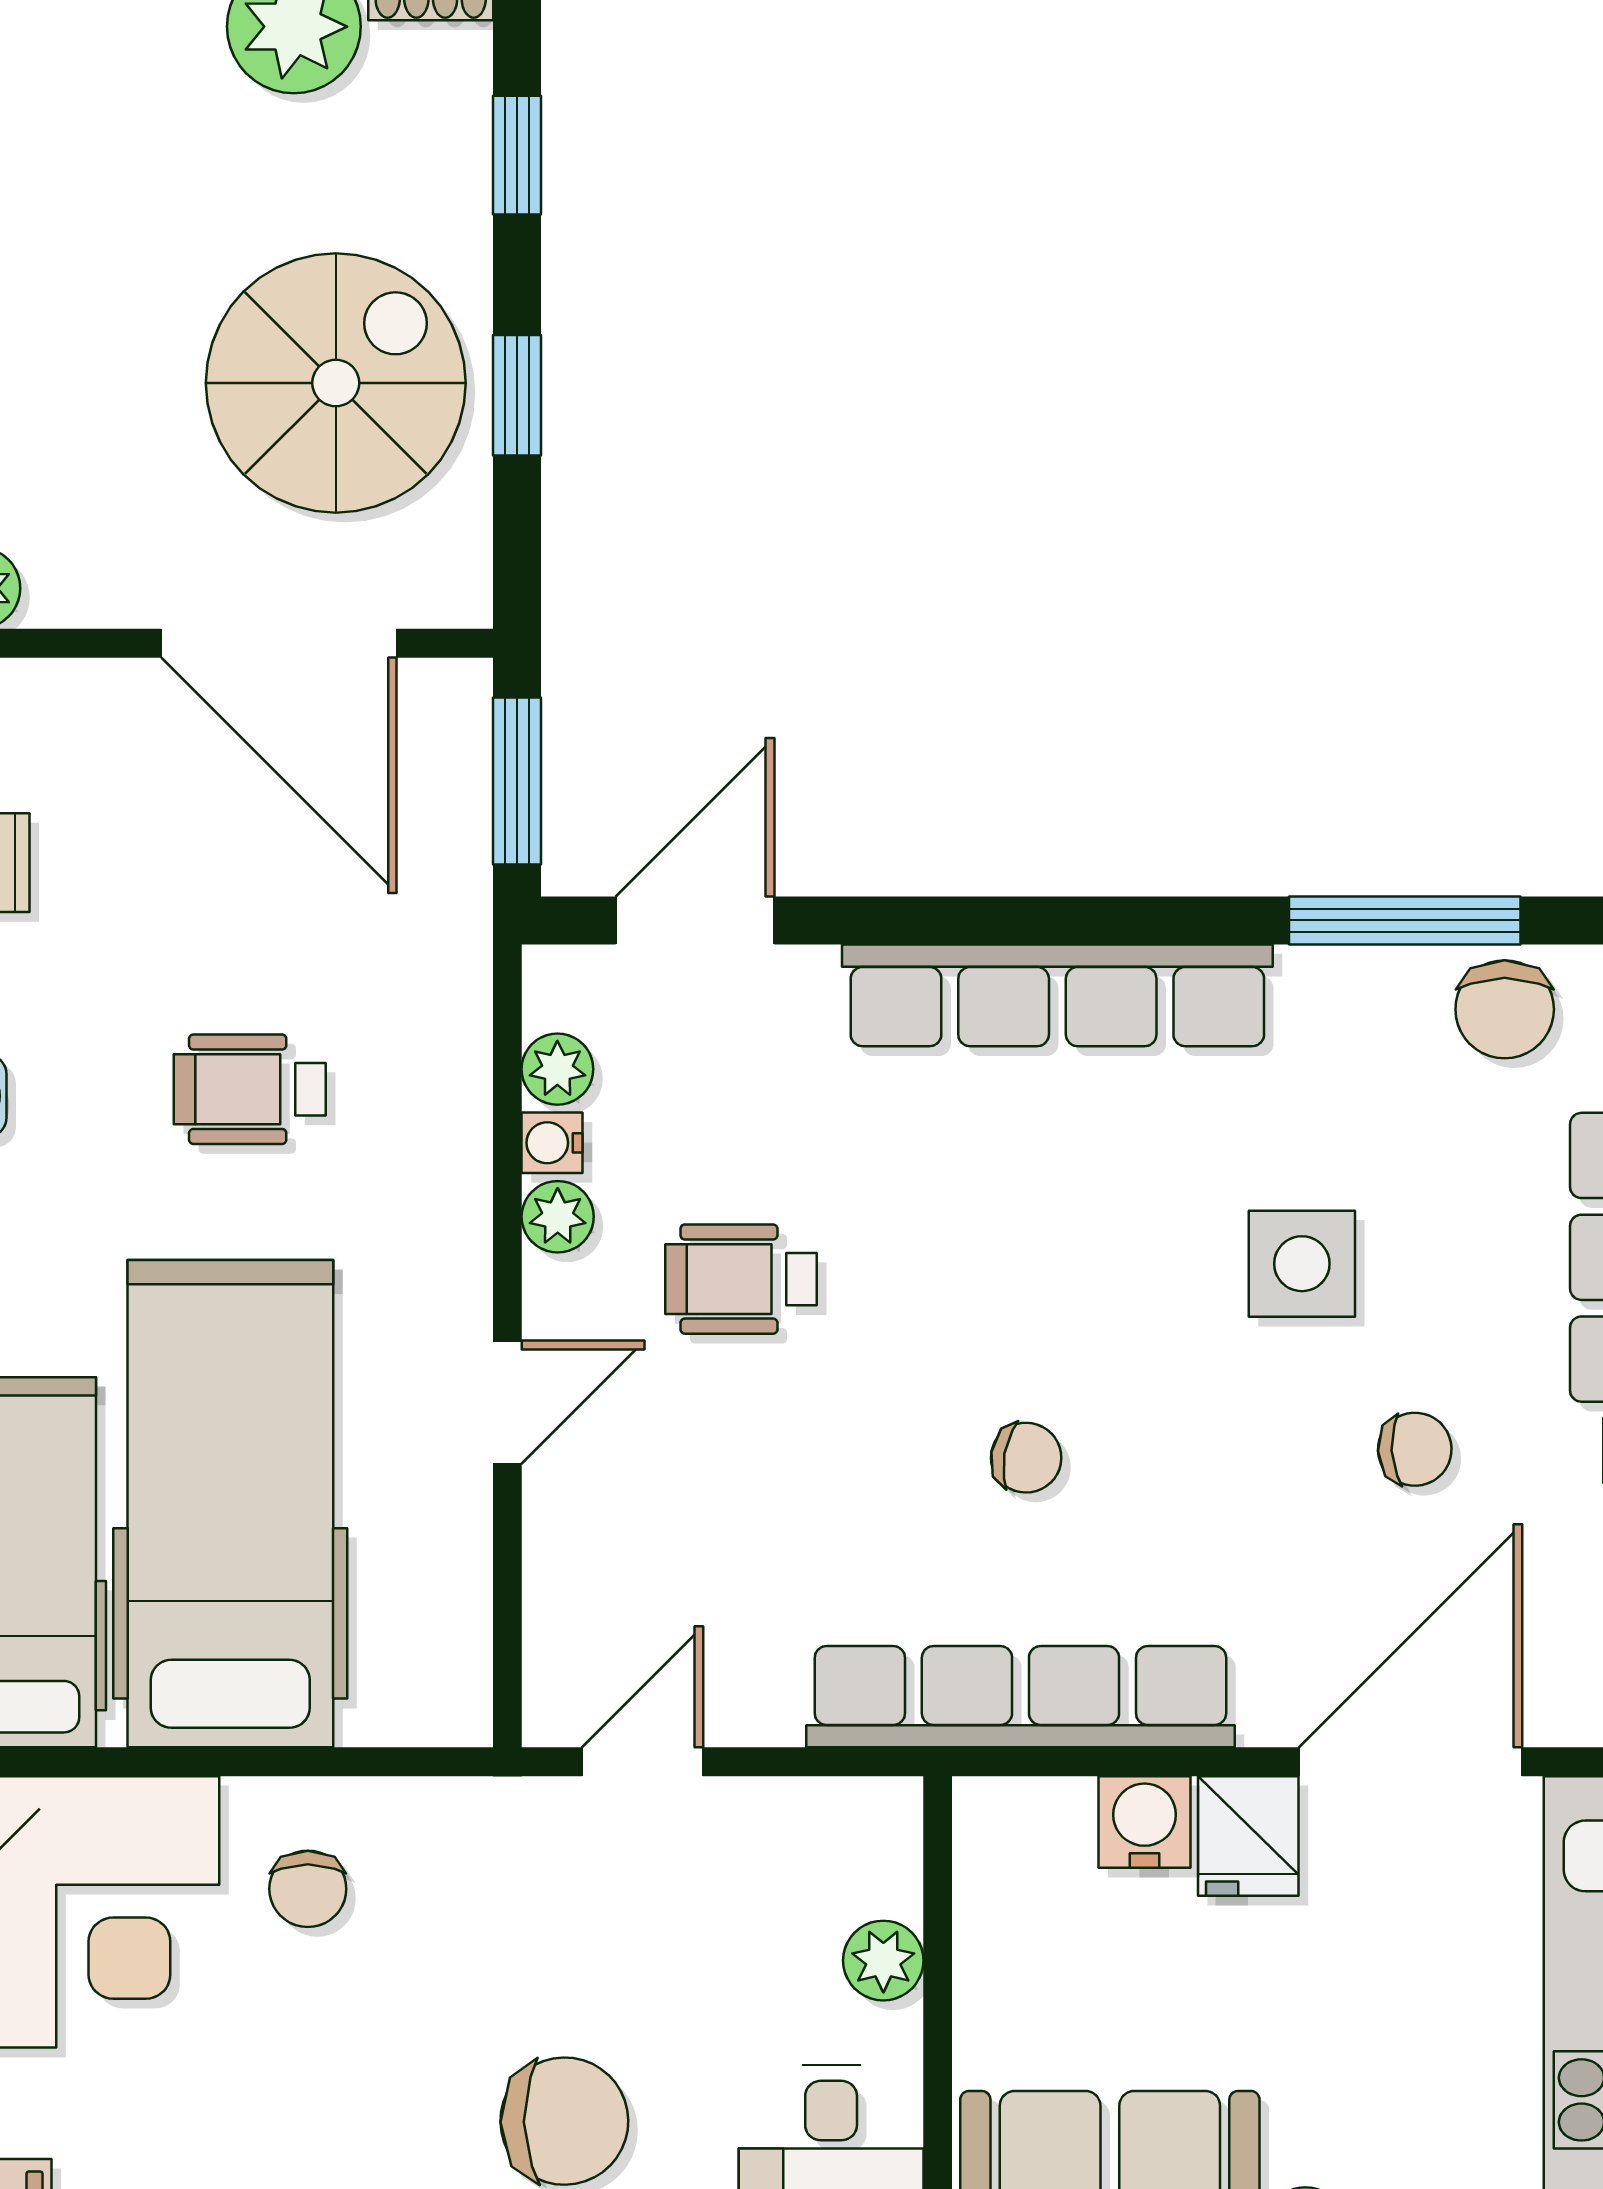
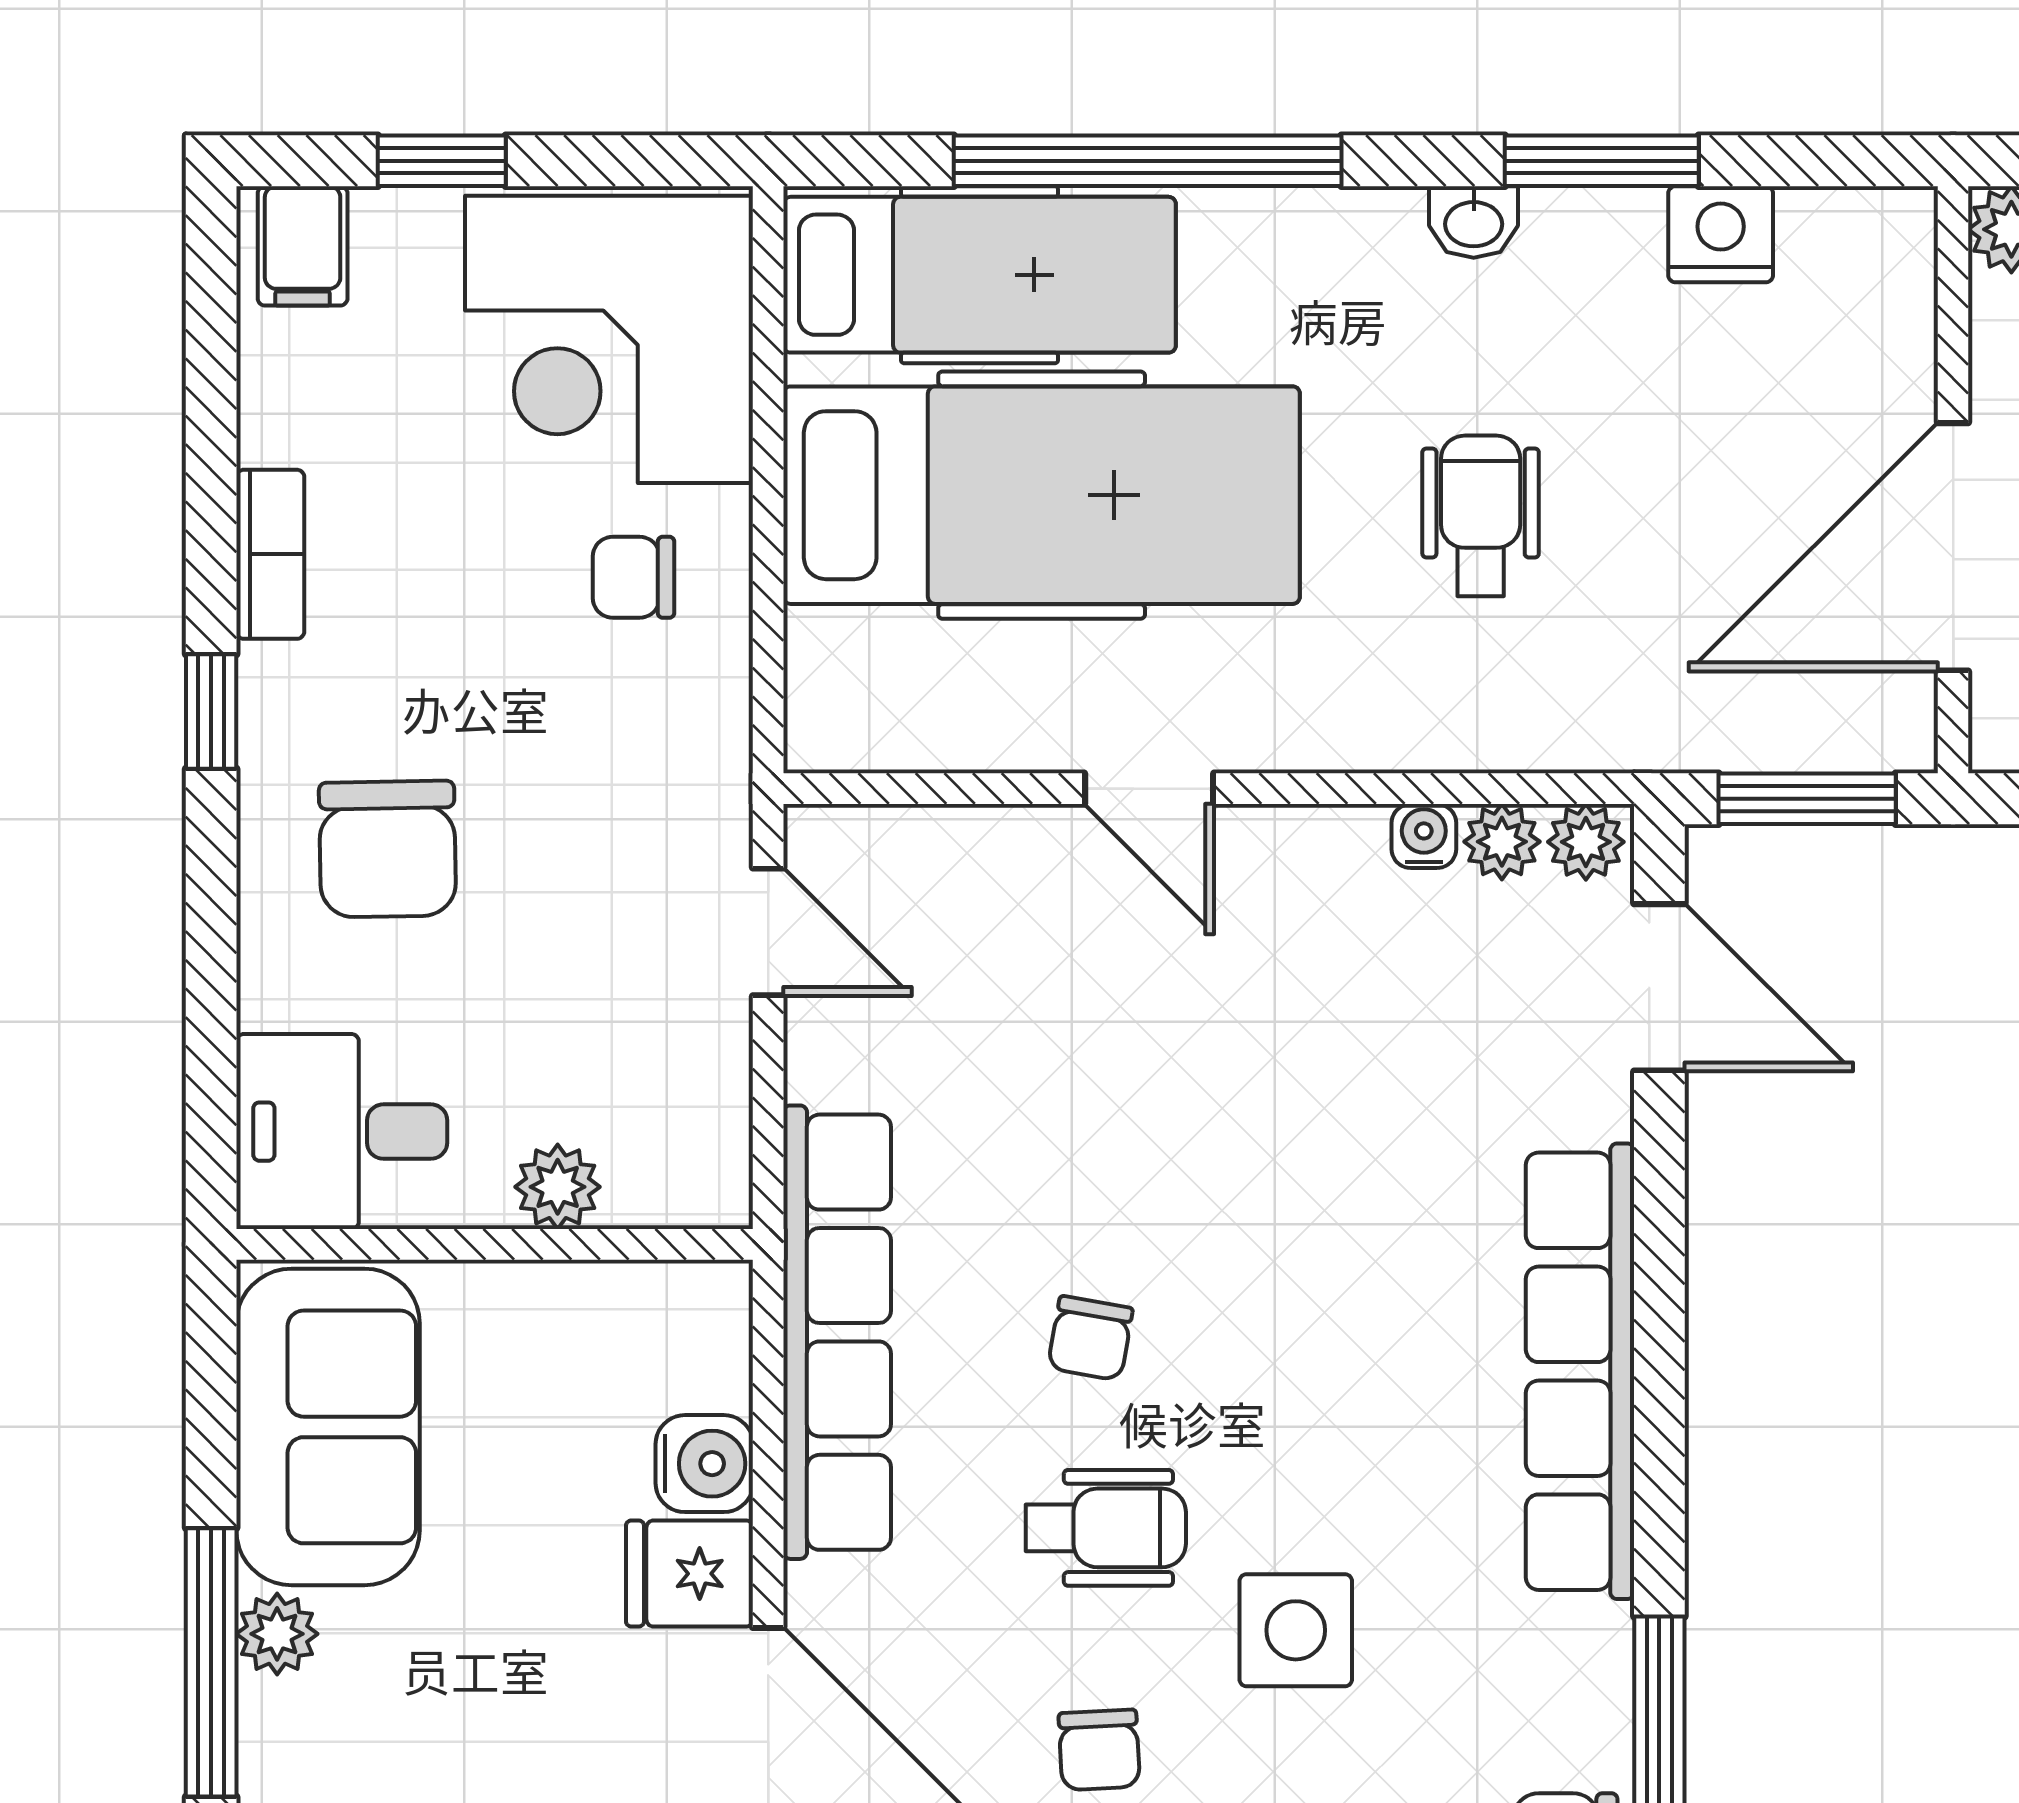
plant: (558, 1217) -> (1586, 842), moved
wheelchair: (741, 1279) -> (1106, 1528), moved, turned 90

